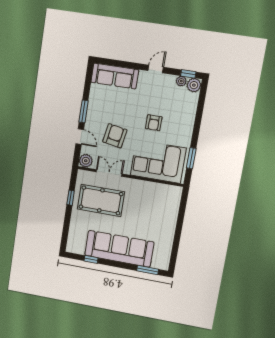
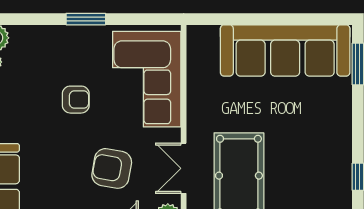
window: (191, 158) -> (86, 19), moved
sofa: (119, 249) -> (285, 50), moved, turned -90

